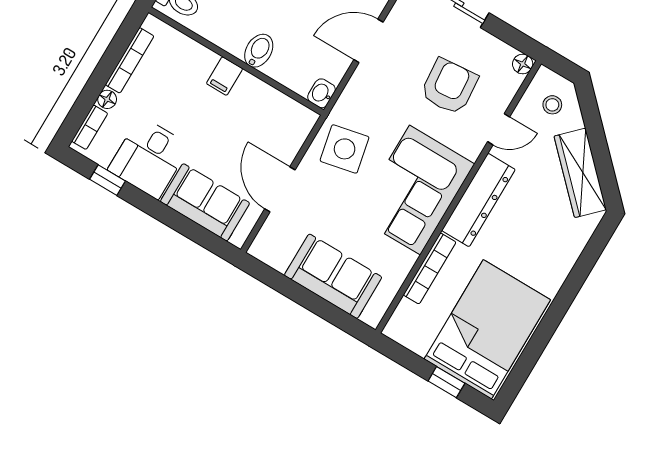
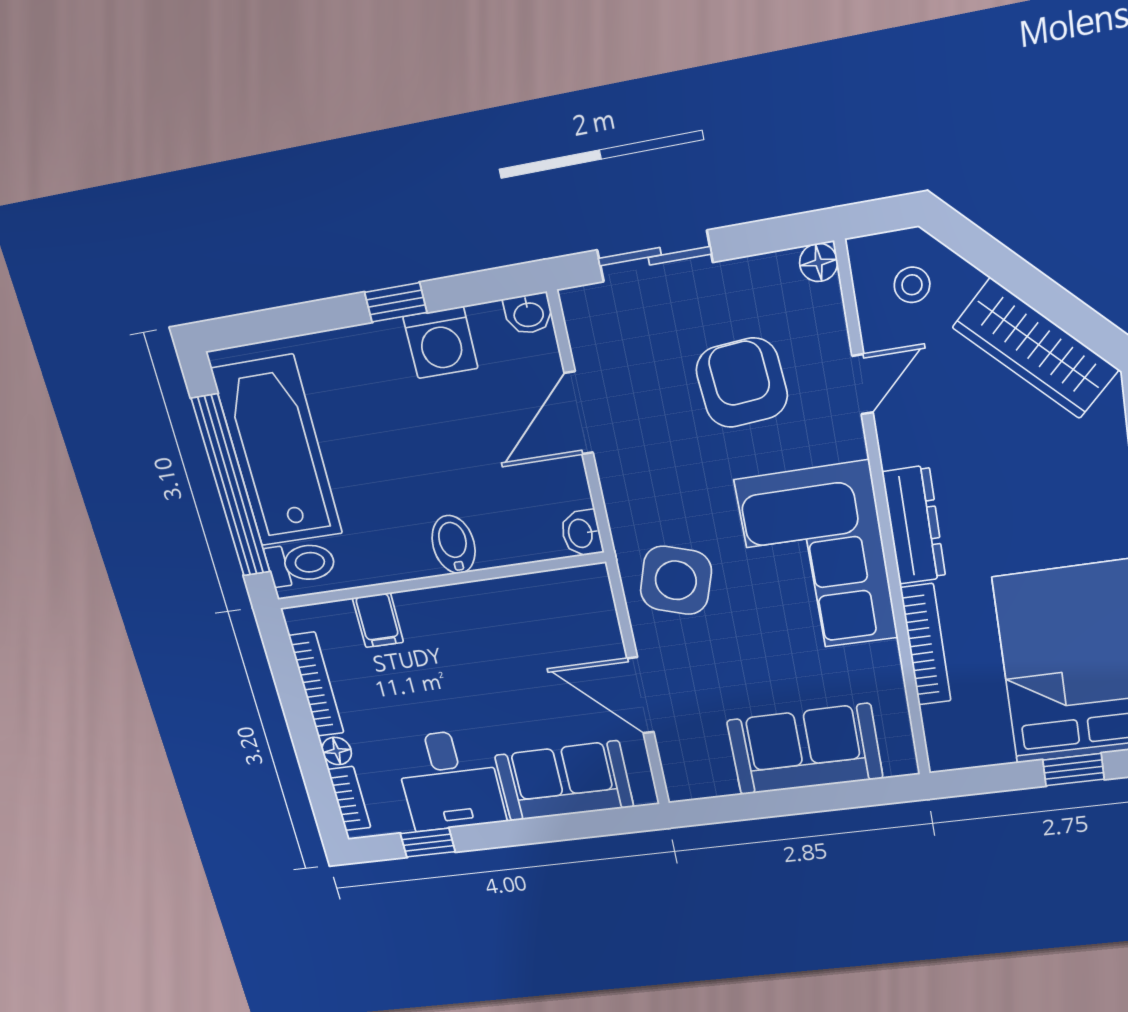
filing cabinet: (225, 76) -> (378, 620), moved
side table: (345, 149) -> (676, 580), turned 30
dresser: (478, 200) -> (914, 525), width x0.73, depth x0.80

